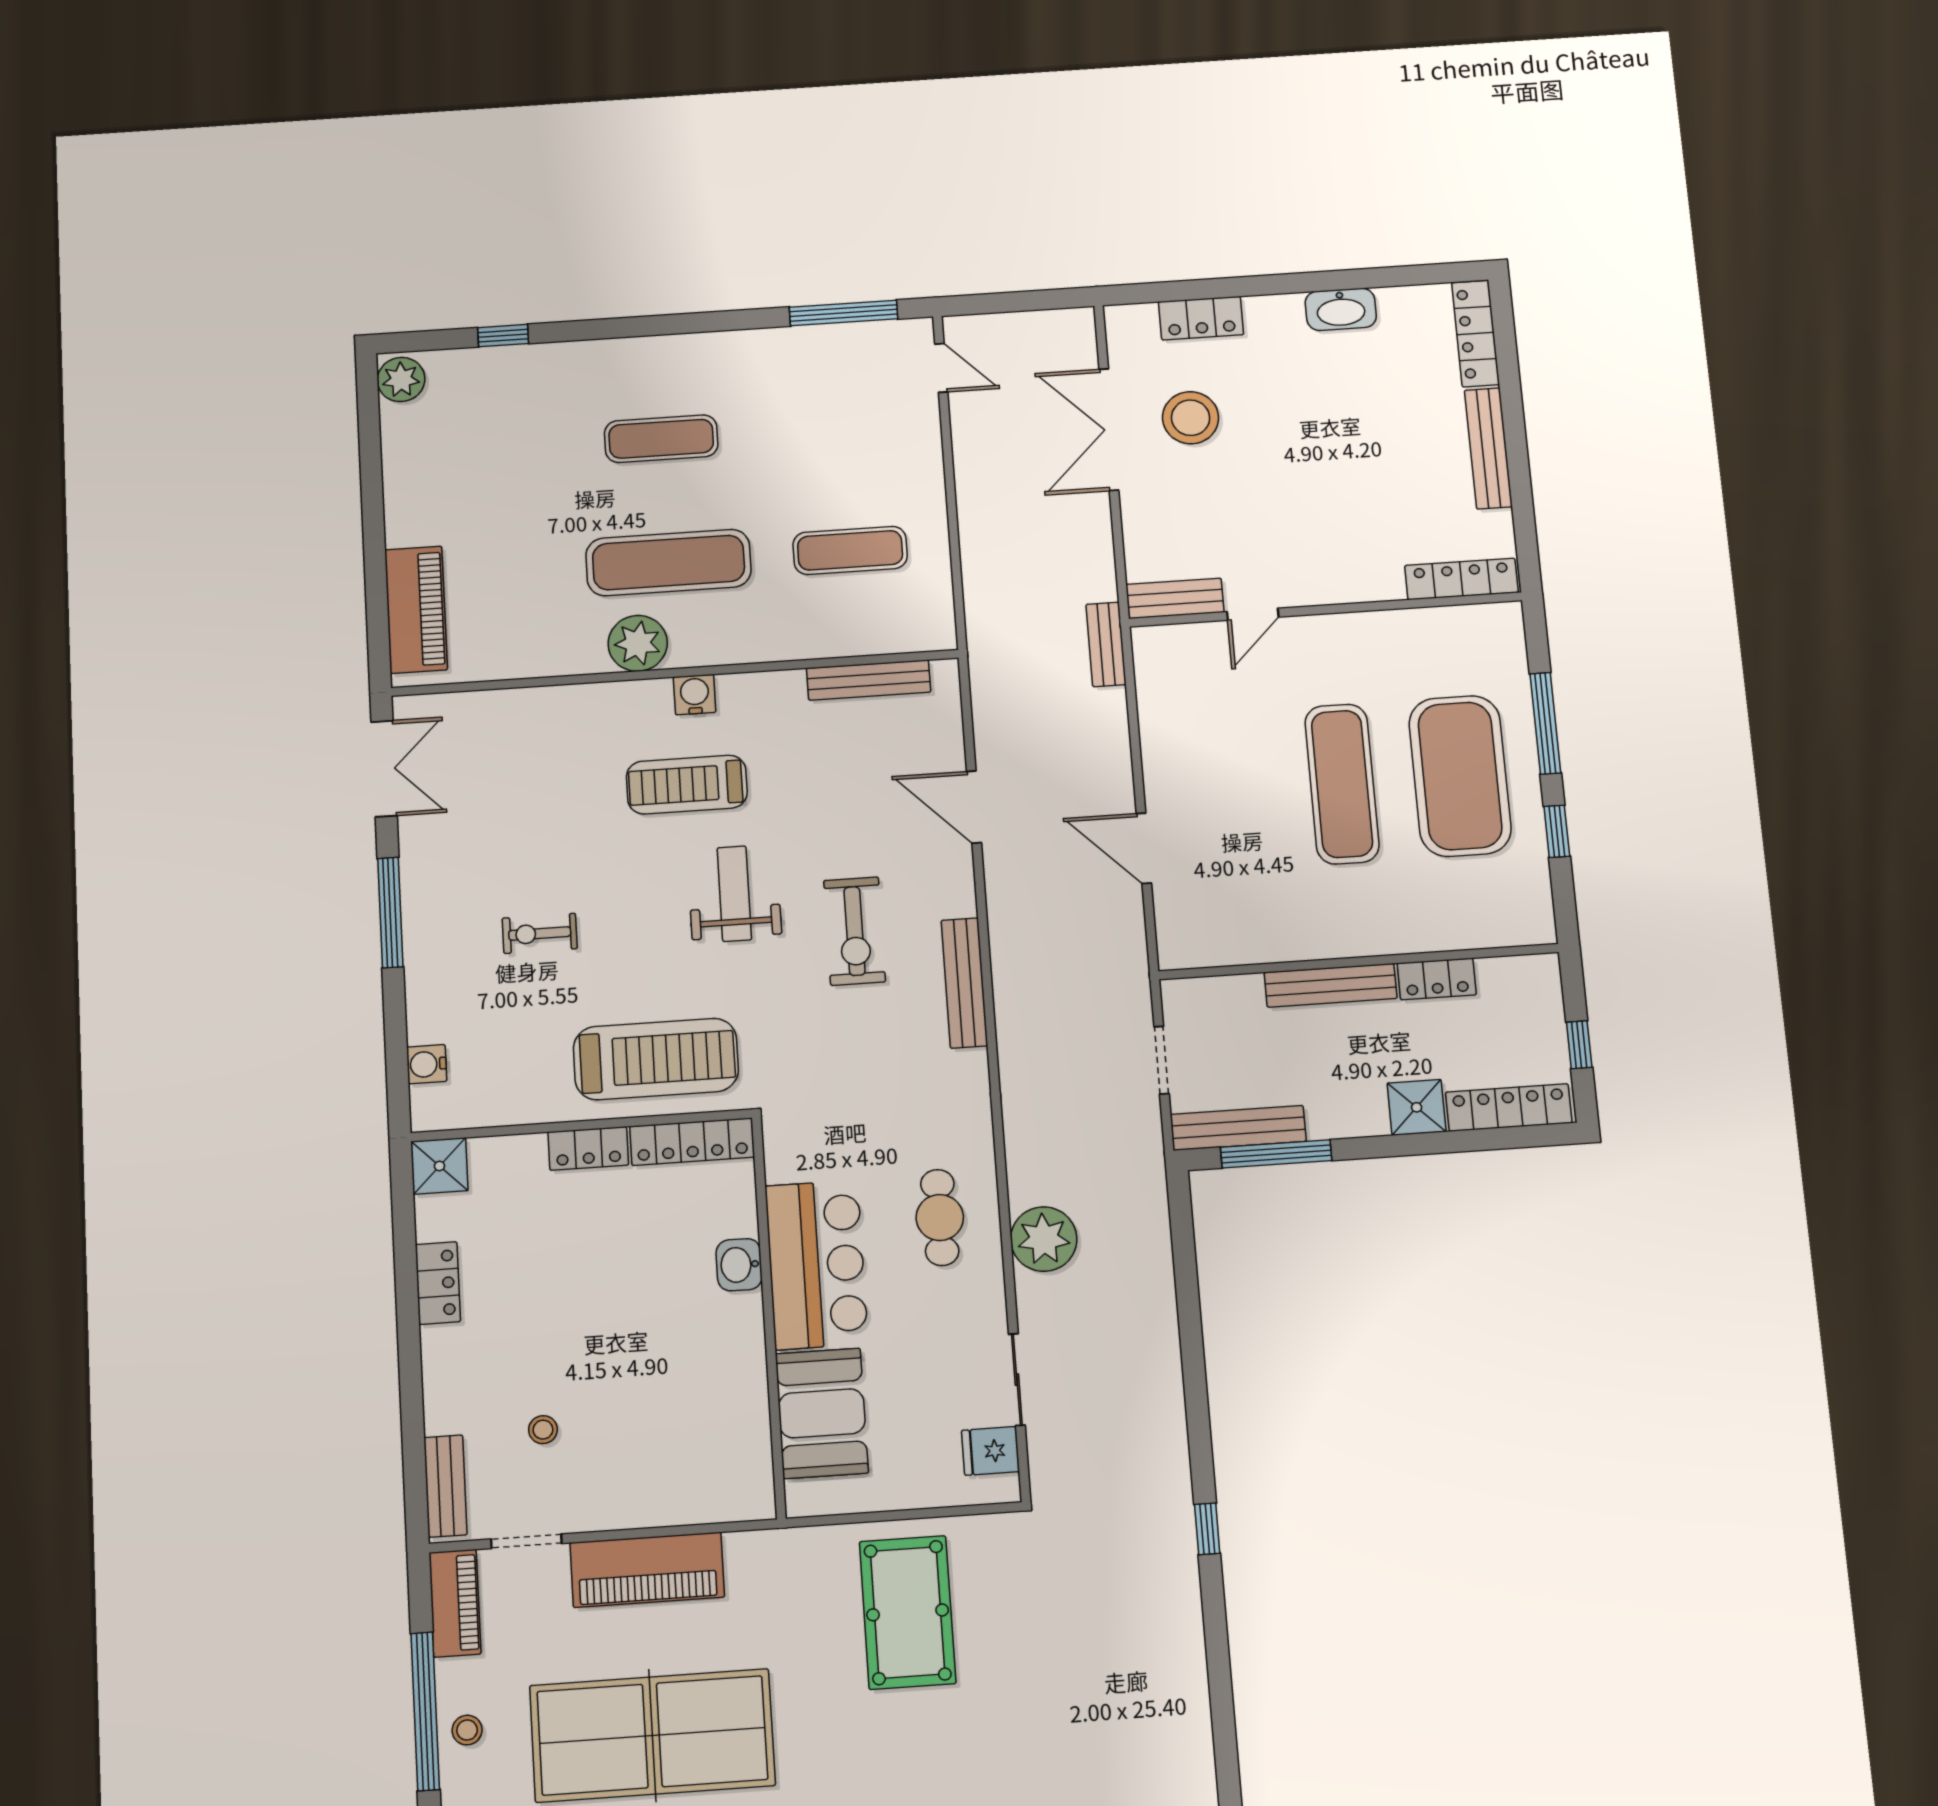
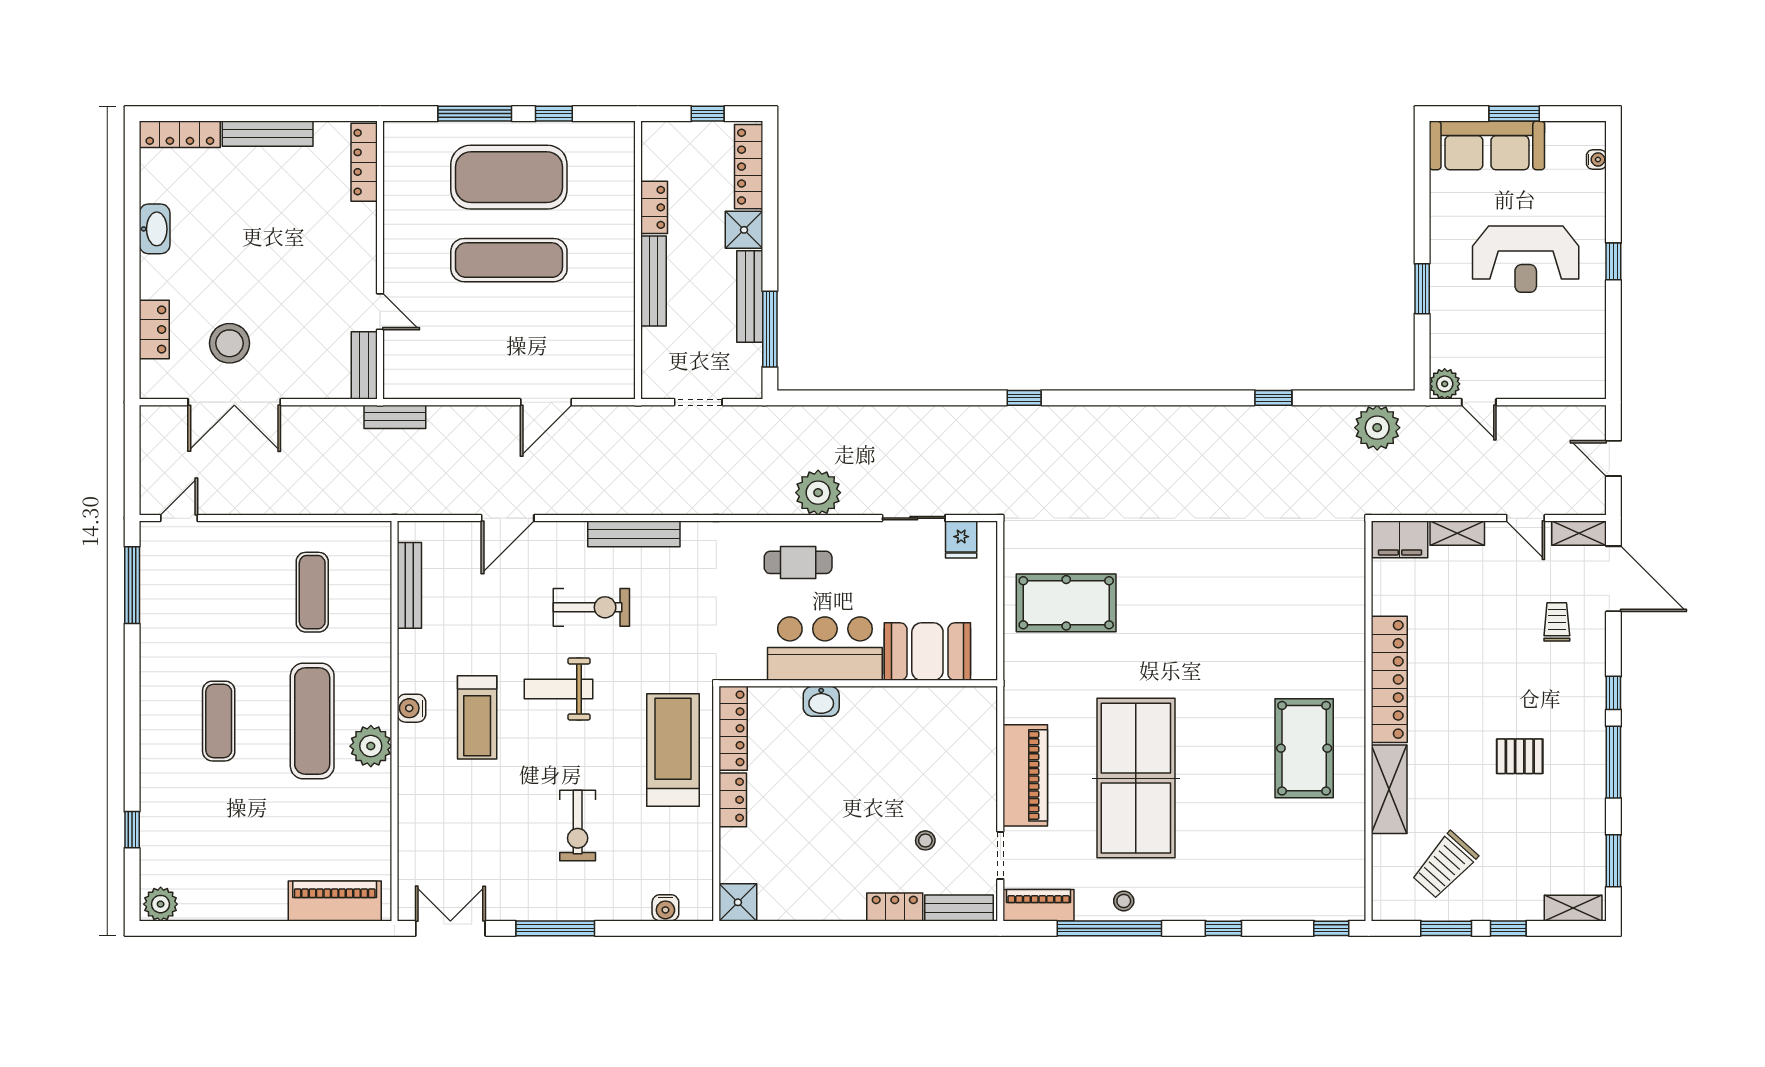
exercise bike: (540, 933) -> (578, 825), width x1.38, depth x1.39
bench: (1238, 1128) -> (750, 297), moved
locker: (438, 1283) -> (895, 907), moved

